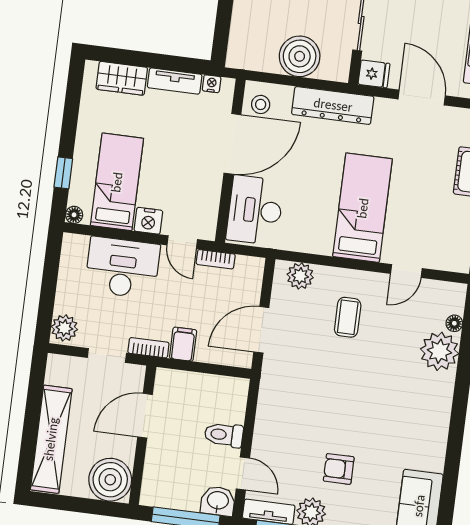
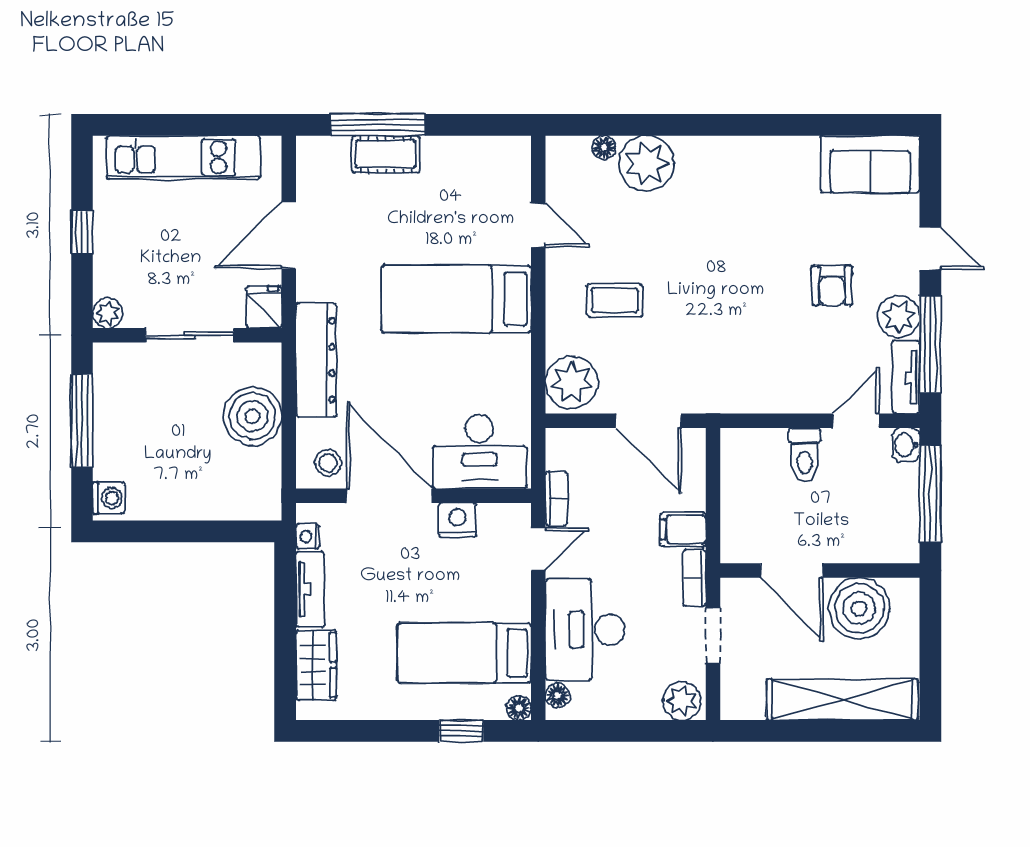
nightstand: (148, 221) -> (457, 520), moved, turned -90
floor lamp: (79, 243) -> (558, 695), added
plant: (300, 276) -> (572, 382), width x1.36, depth x1.36
boiler: (110, 480) -> (859, 608), moved
washbasin: (218, 501) -> (906, 445), width x0.72, depth x0.69

